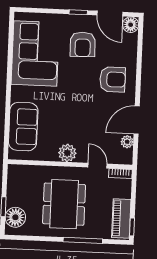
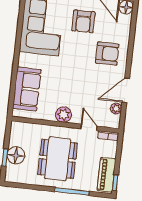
floor lamp: (15, 217) -> (16, 155), moved

